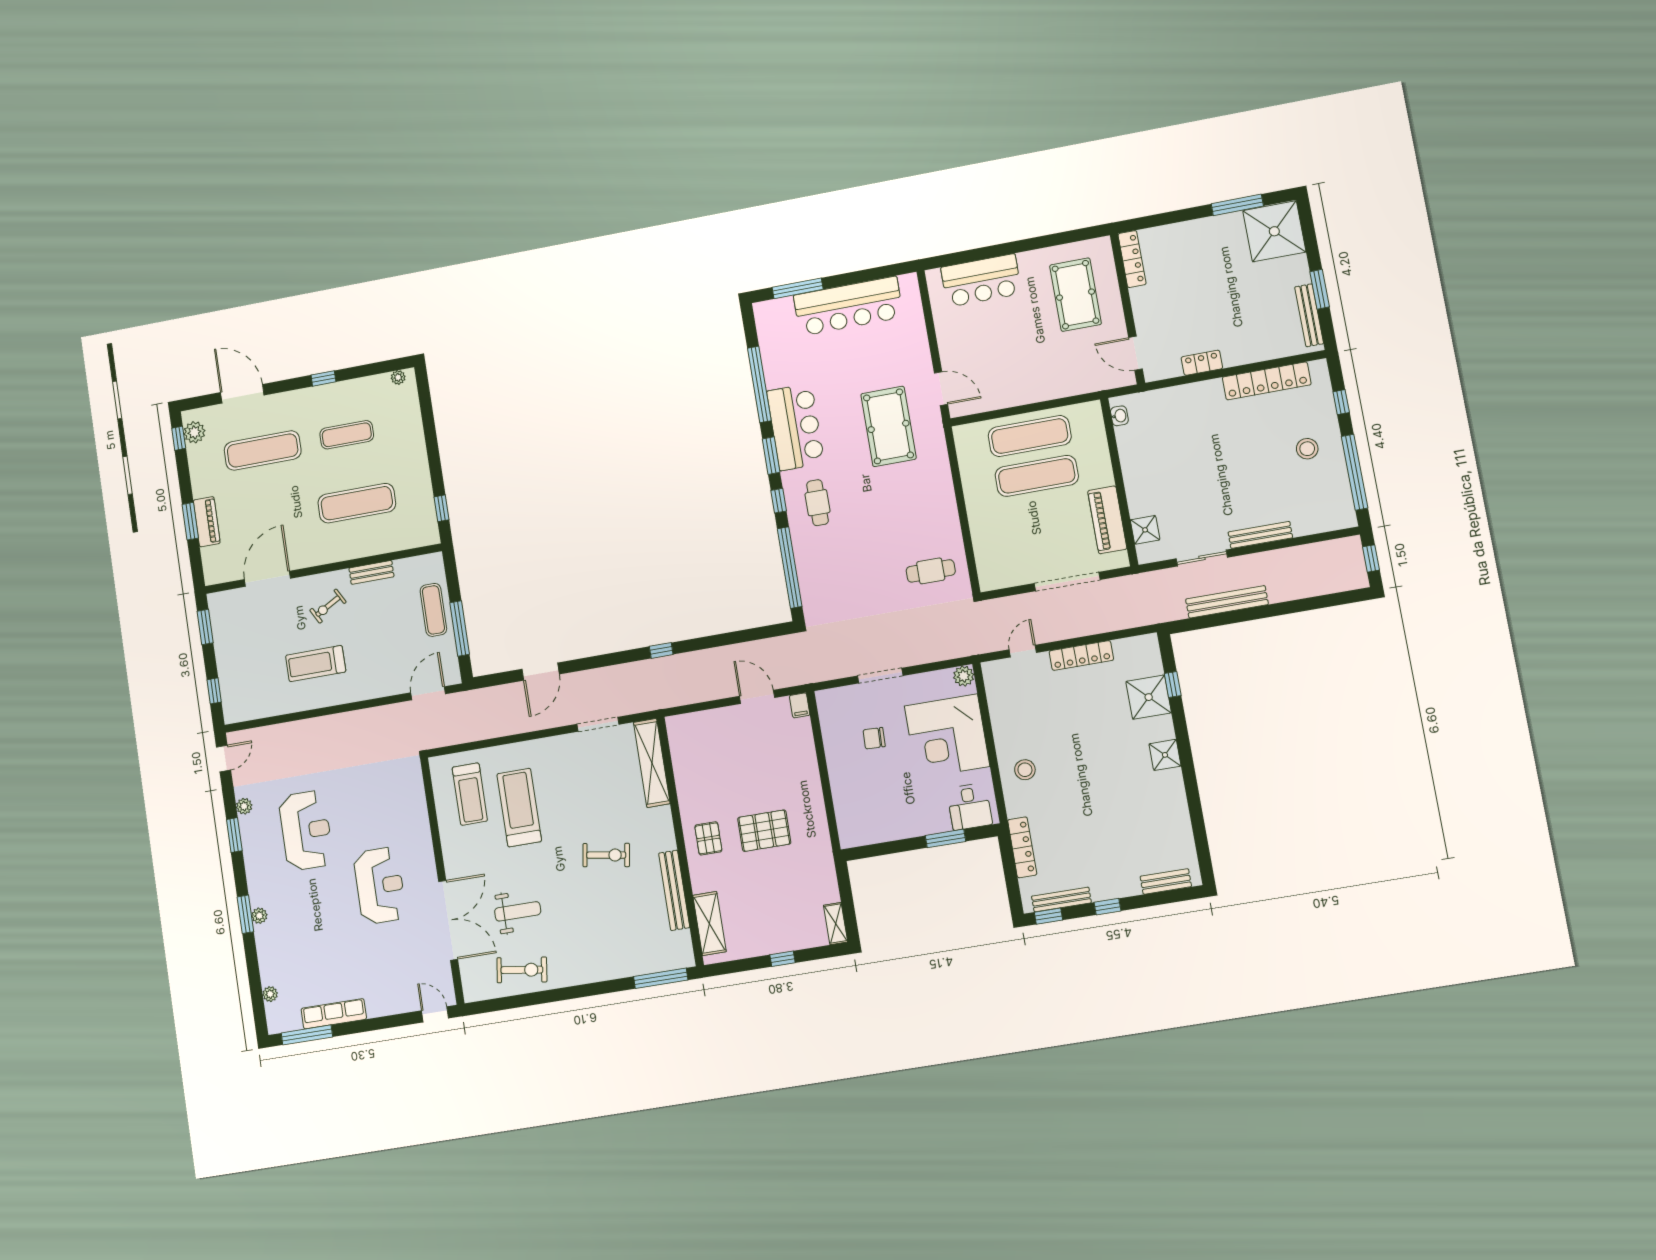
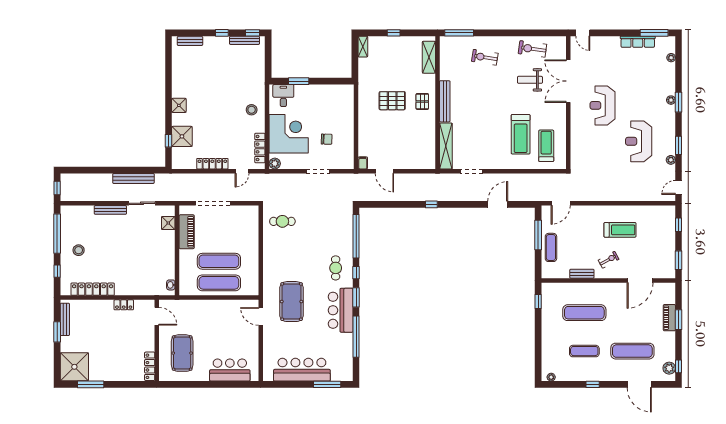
locker: (1022, 847) -> (260, 148), moved
exercise bike: (606, 855) -> (485, 57), moved
bench: (674, 890) -> (445, 101), moved

